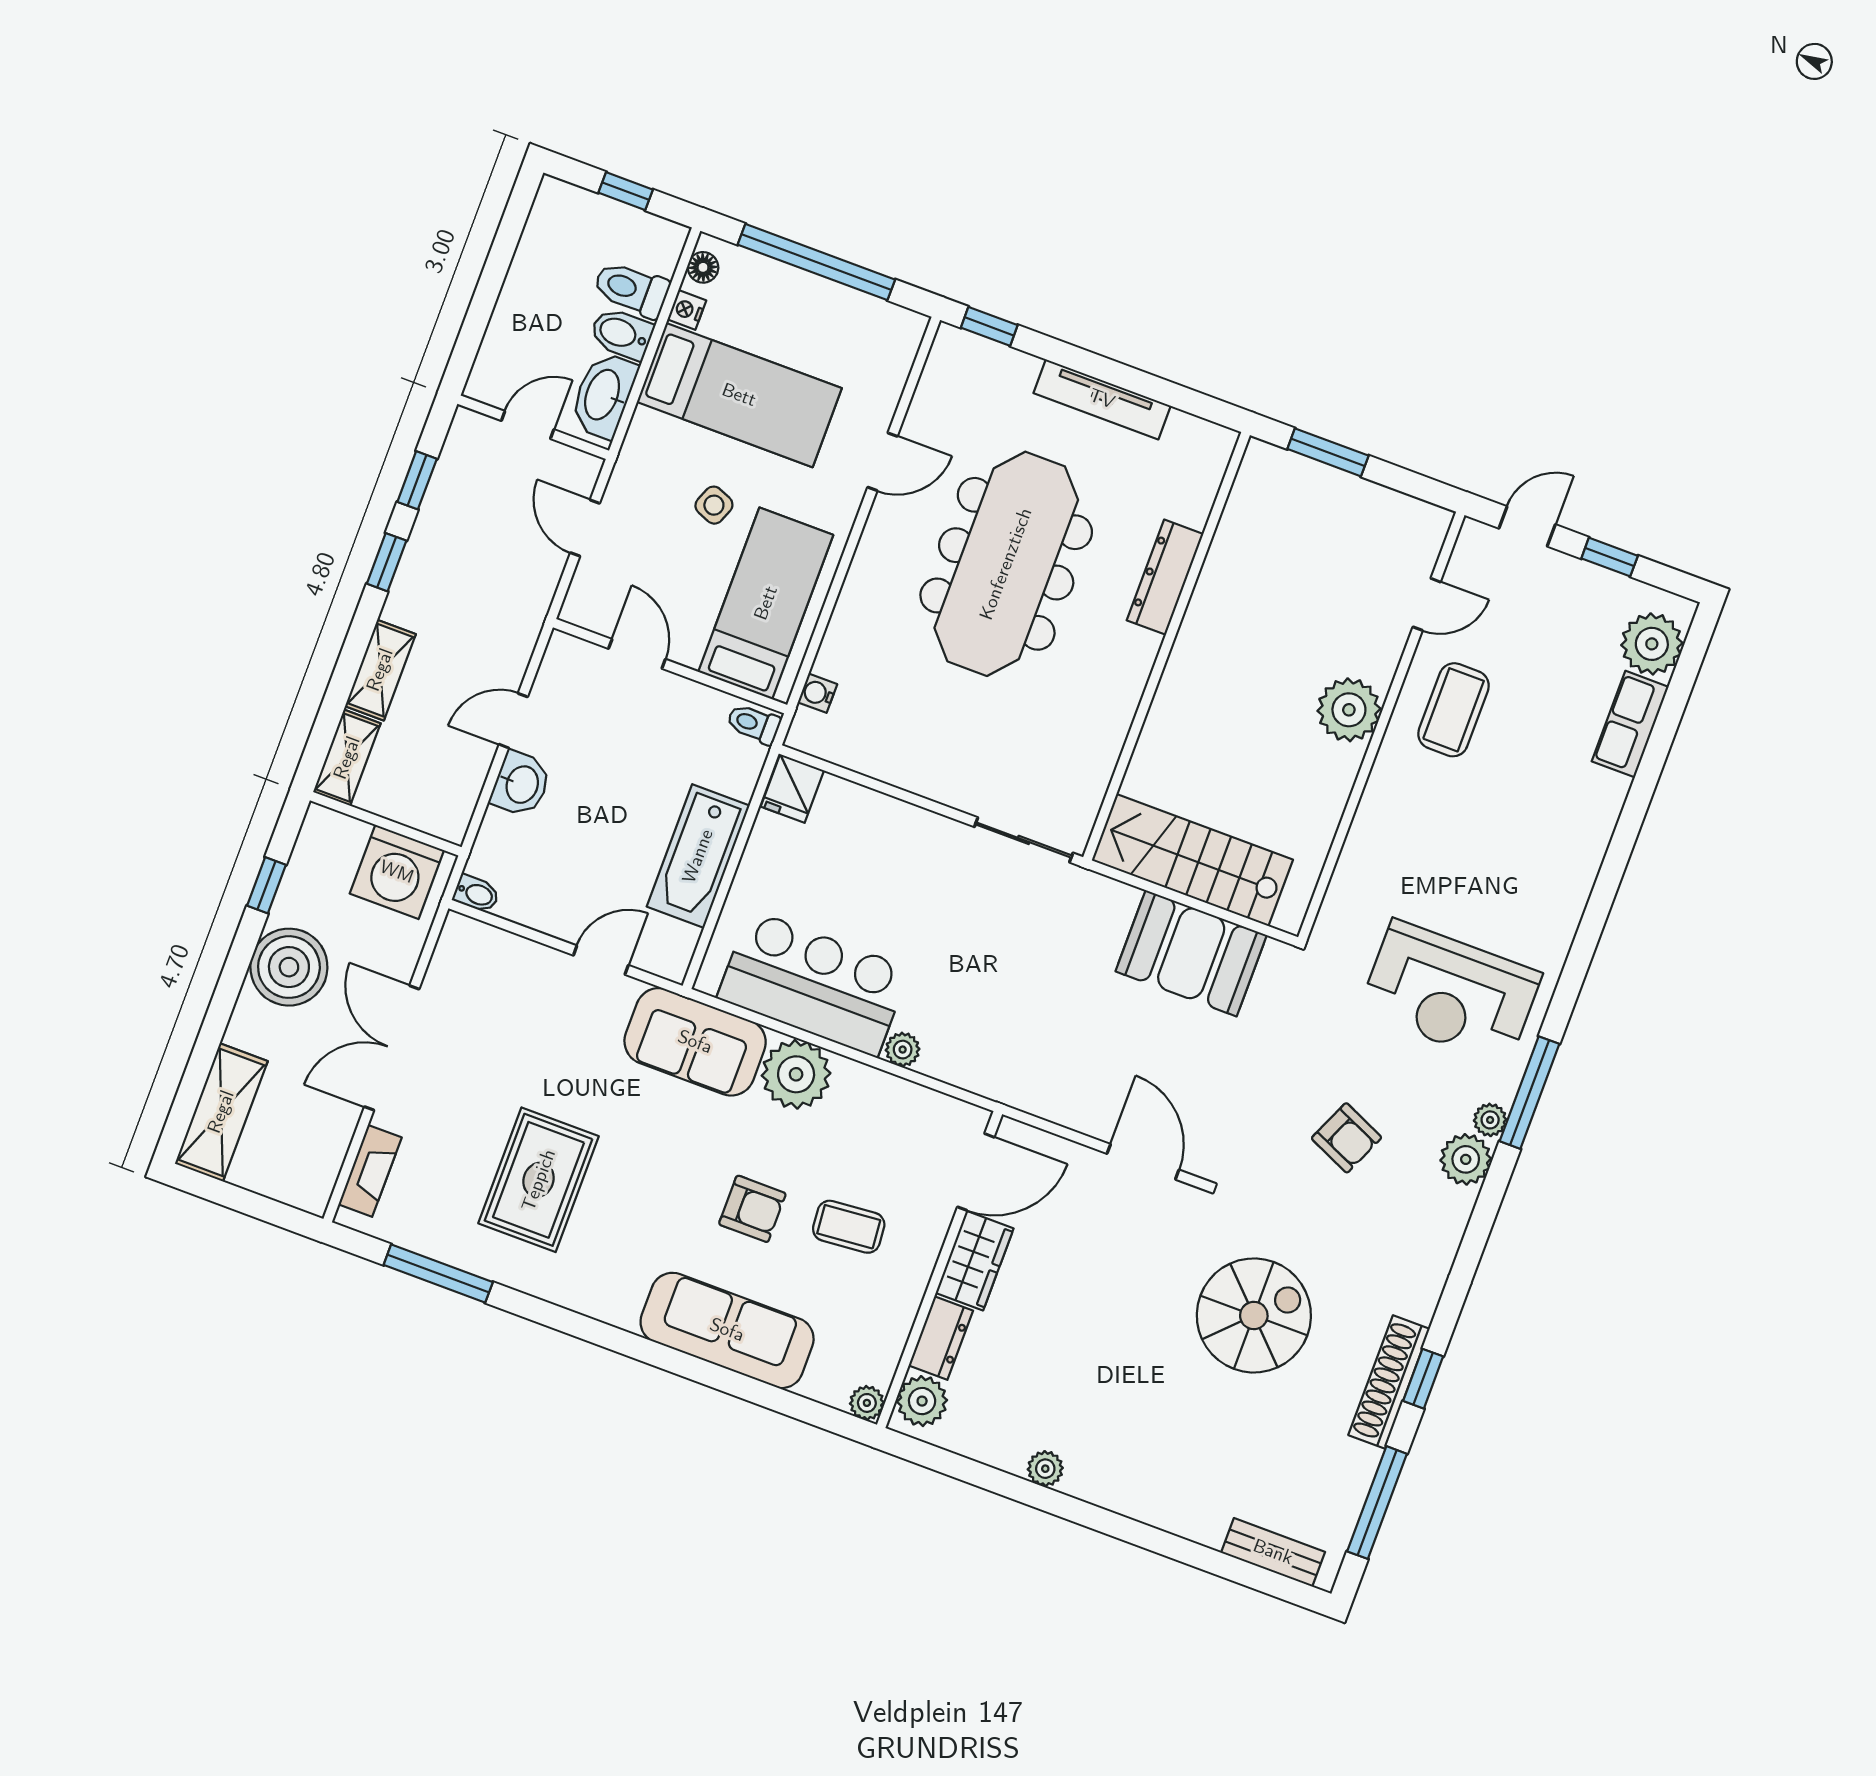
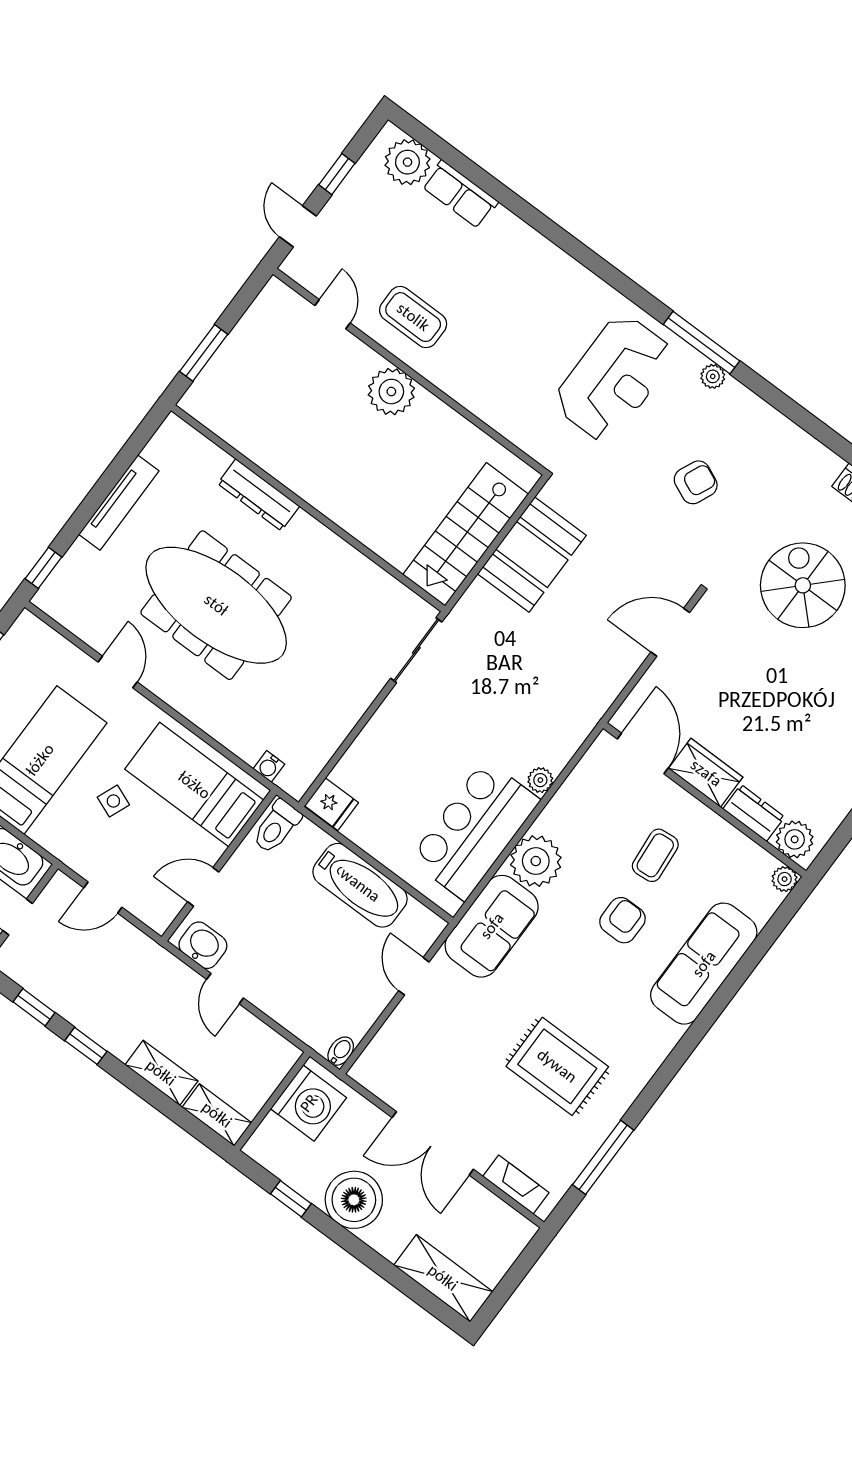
toilet: (754, 724) -> (276, 827), width x1.37, depth x1.39
washbasin: (521, 784) -> (203, 945), moved
plant: (1466, 1159) -> (736, 402), removed

